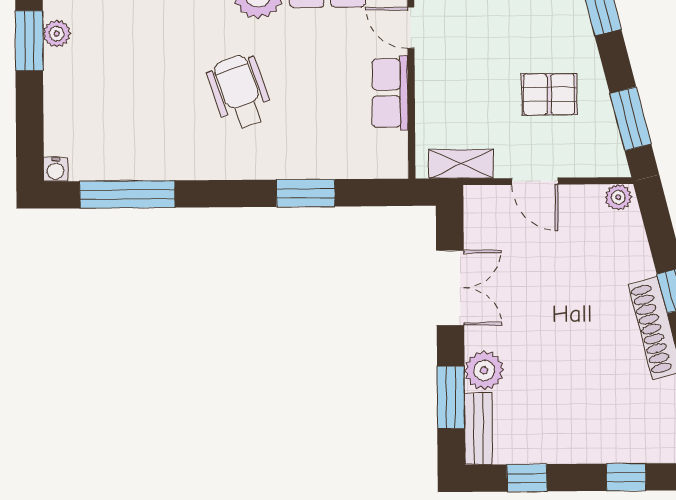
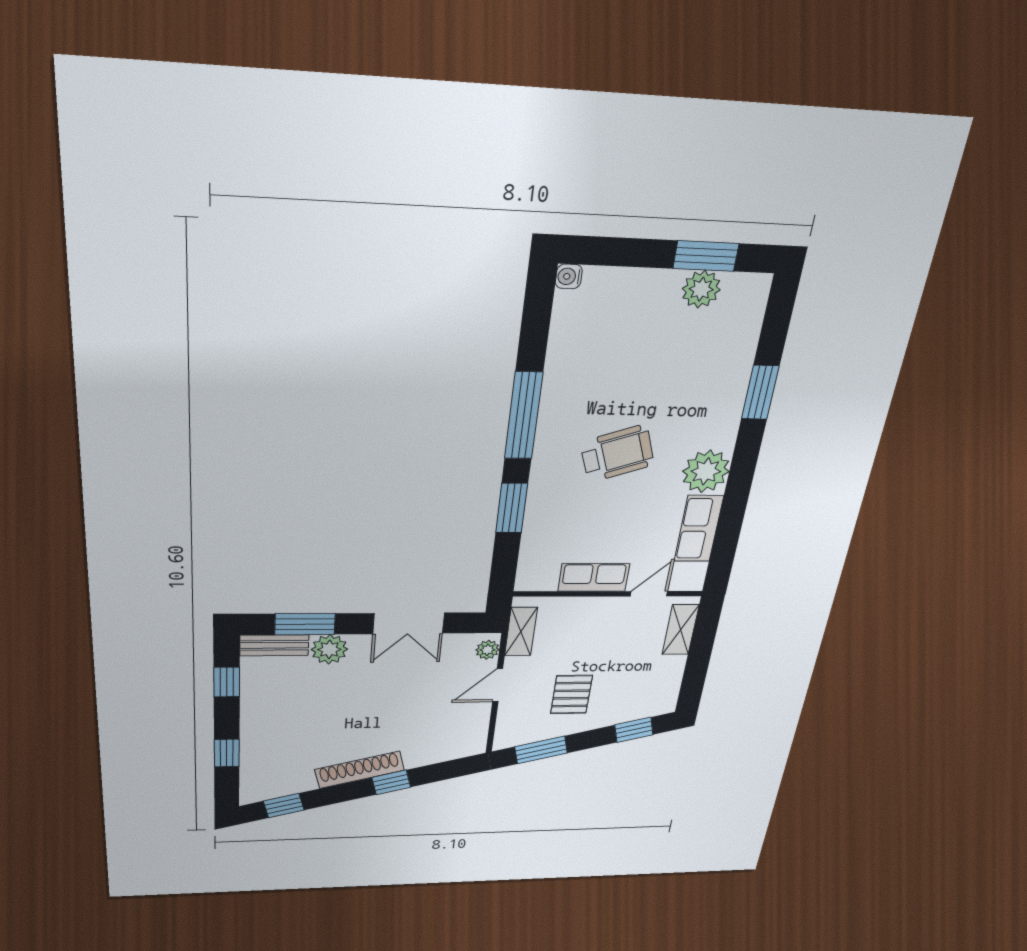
plant: (57, 34) -> (701, 289), width x1.38, depth x1.38
window: (127, 194) -> (524, 416), moved
plant: (618, 197) -> (488, 650), moved

